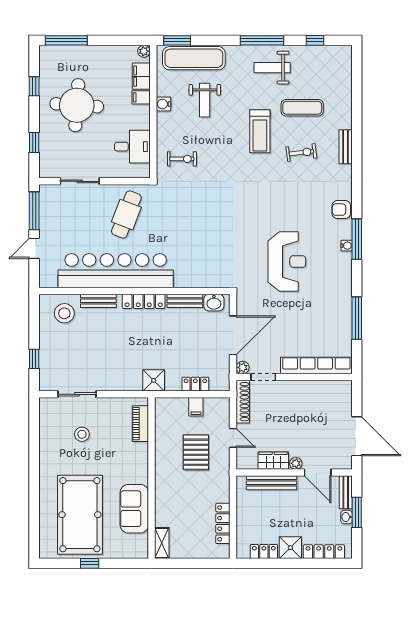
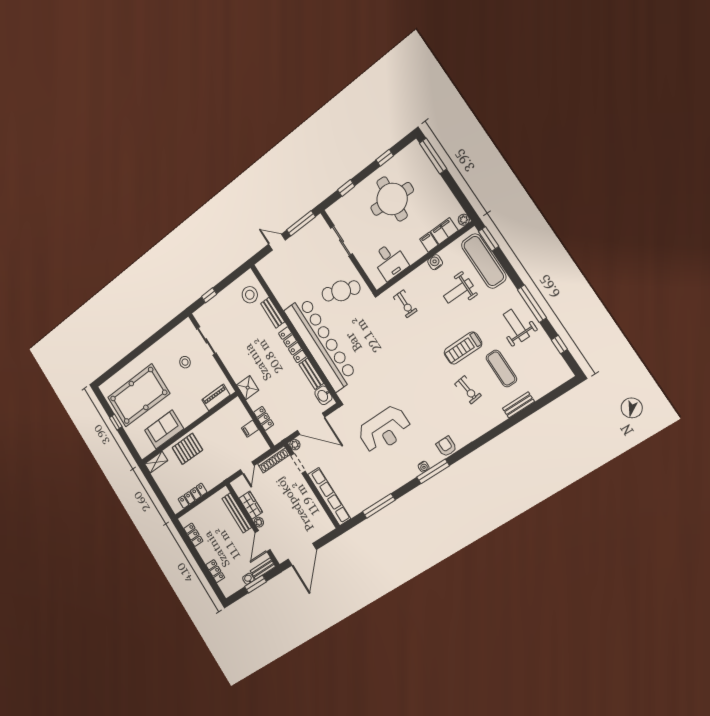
bench: (346, 147) -> (518, 405), moved
bar counter: (116, 271) -> (321, 344), moved
pallet: (196, 452) -> (187, 449), moved
shower: (290, 548) -> (207, 552), removed
locker: (324, 552) -> (215, 571), width x0.66

